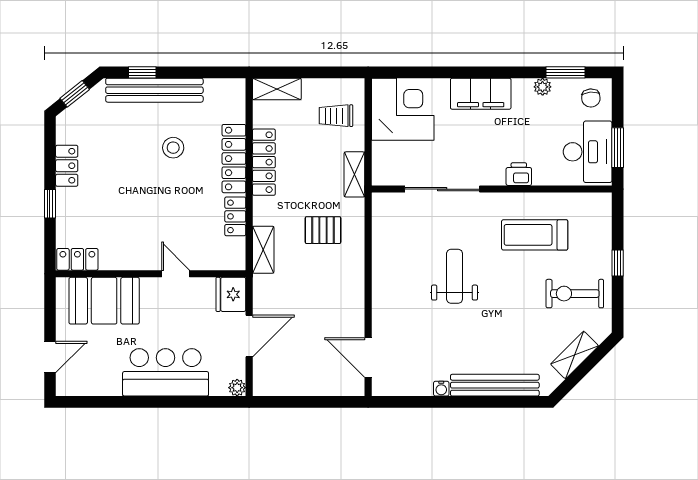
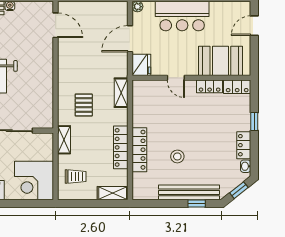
washbasin: (64, 132) -> (246, 166), added
locker: (235, 216) -> (210, 86), moved, turned 90
pallet: (323, 230) -> (84, 105), turned 90

